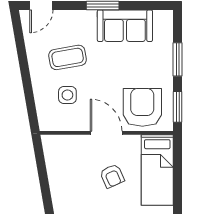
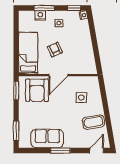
coffee table: (68, 57) -> (94, 122), moved
window: (178, 59) -> (16, 131), moved
door: (106, 133) -> (58, 75), hinge flipped

